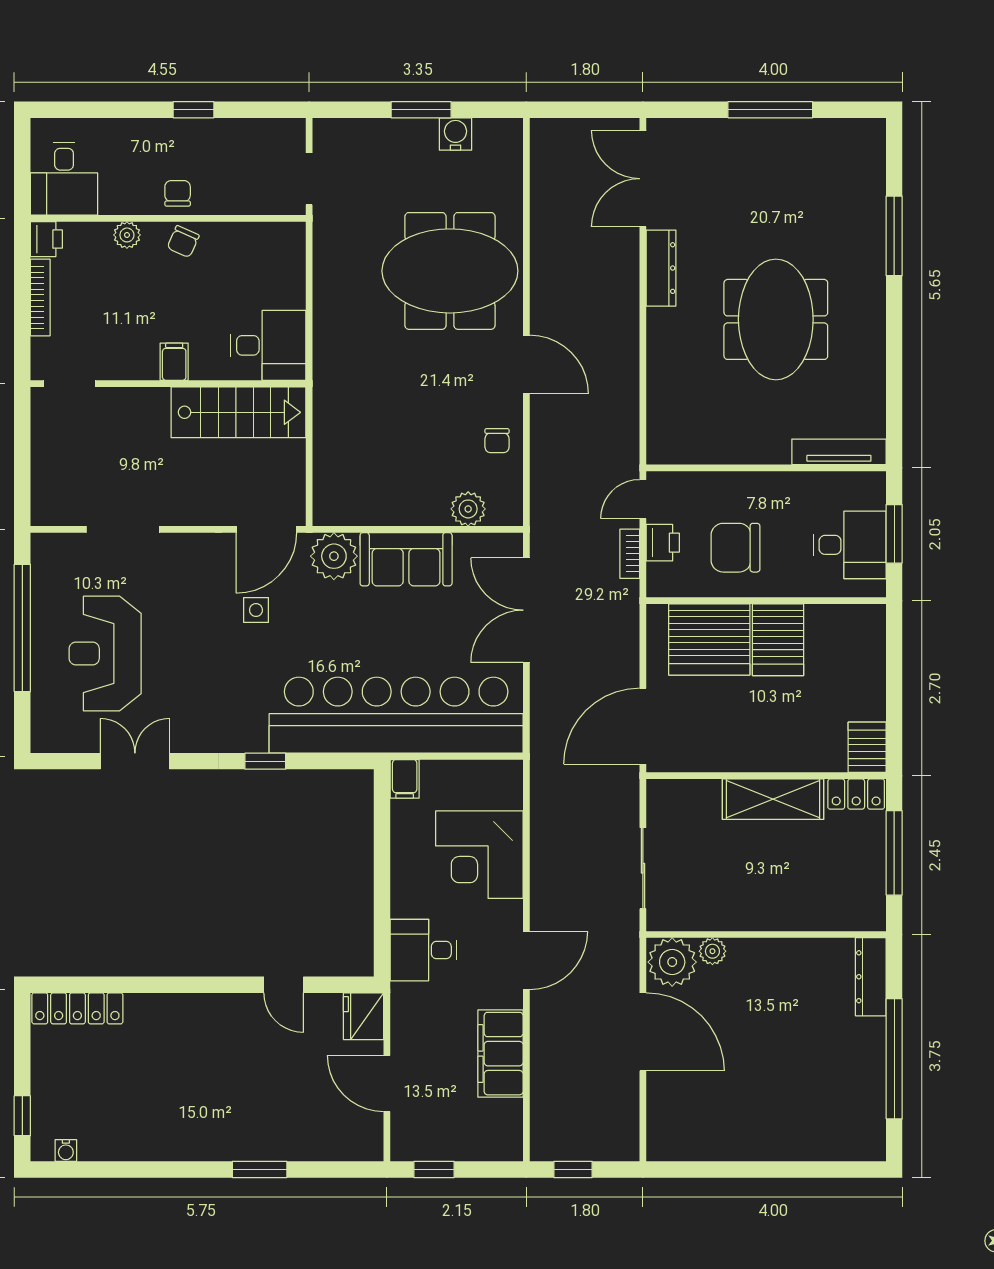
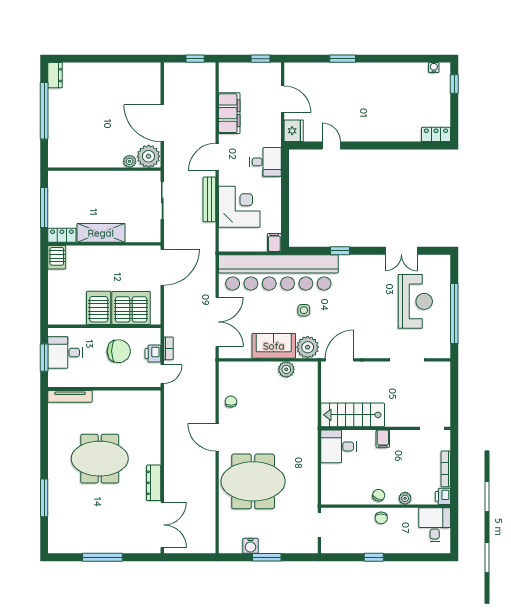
meeting table: (776, 319) -> (100, 459), turned 90
plant: (468, 509) -> (286, 369), moved
side table: (256, 610) -> (304, 310), moved
bench: (543, 870) -> (209, 199), added
dresser: (871, 977) -> (55, 75), moved, width x0.70
locker: (77, 1008) -> (436, 134), width x0.66

